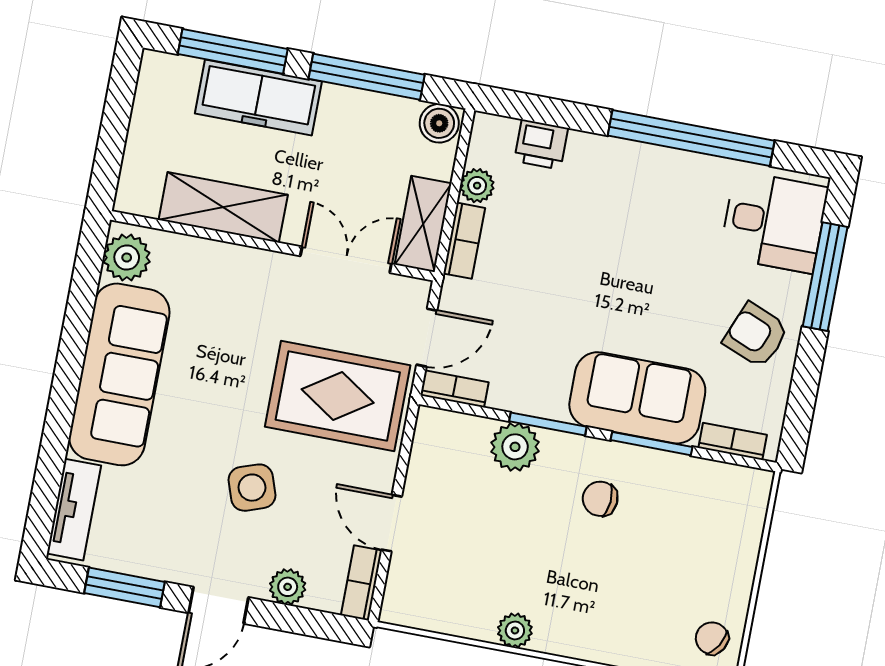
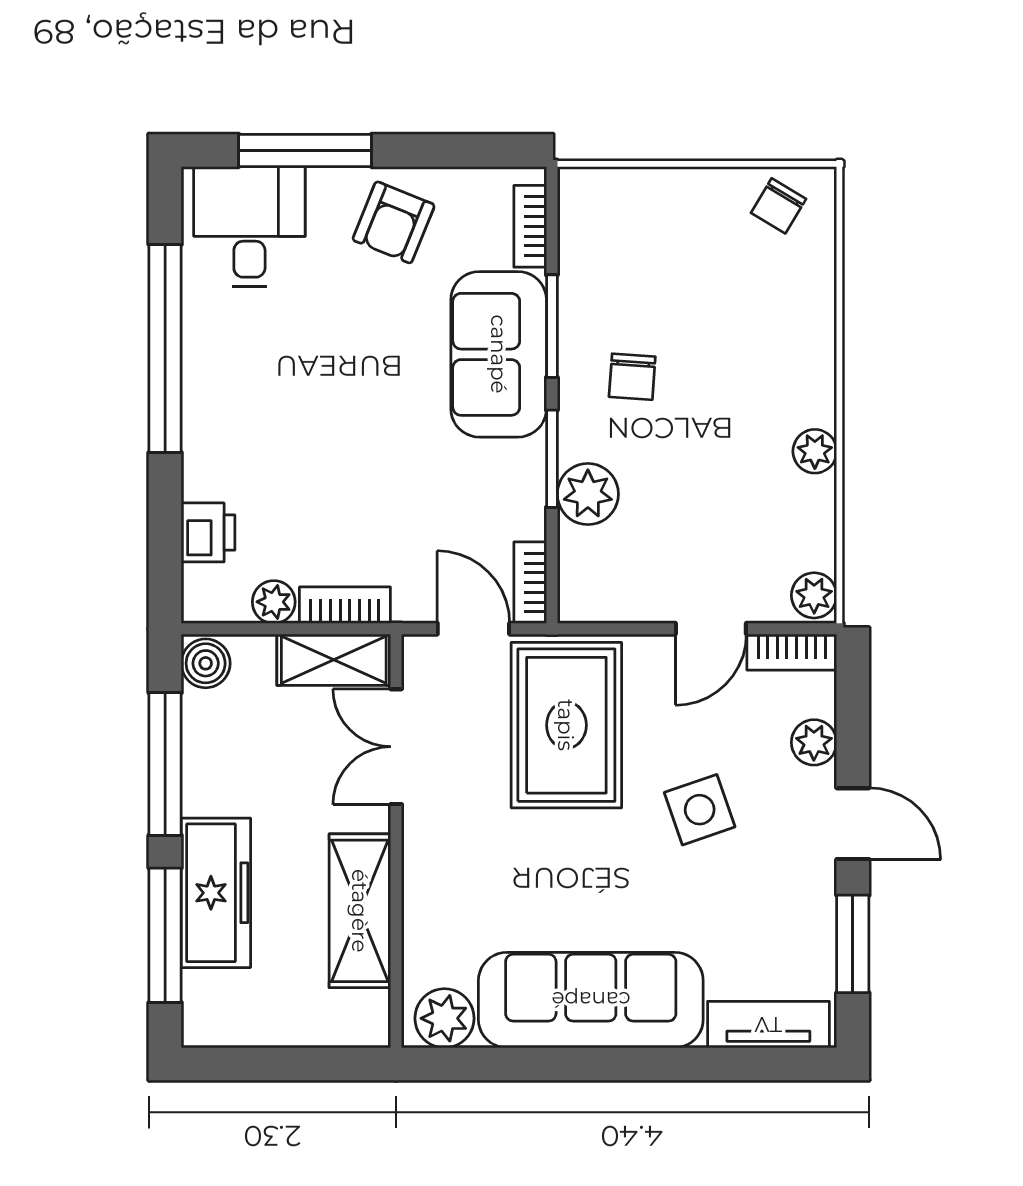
plant: (402, 609) -> (814, 595), added

